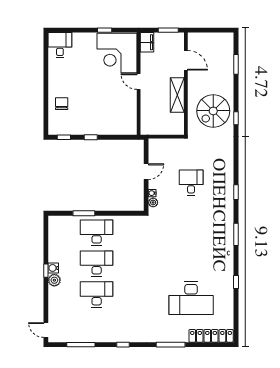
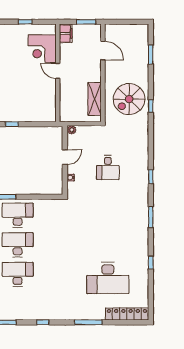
corner desk: (117, 53) -> (42, 49), width x0.74, depth x0.74
shelving: (177, 95) -> (95, 99), moved
desk: (191, 183) -> (108, 167), turned 180
plant: (153, 202) -> (72, 130), moved

